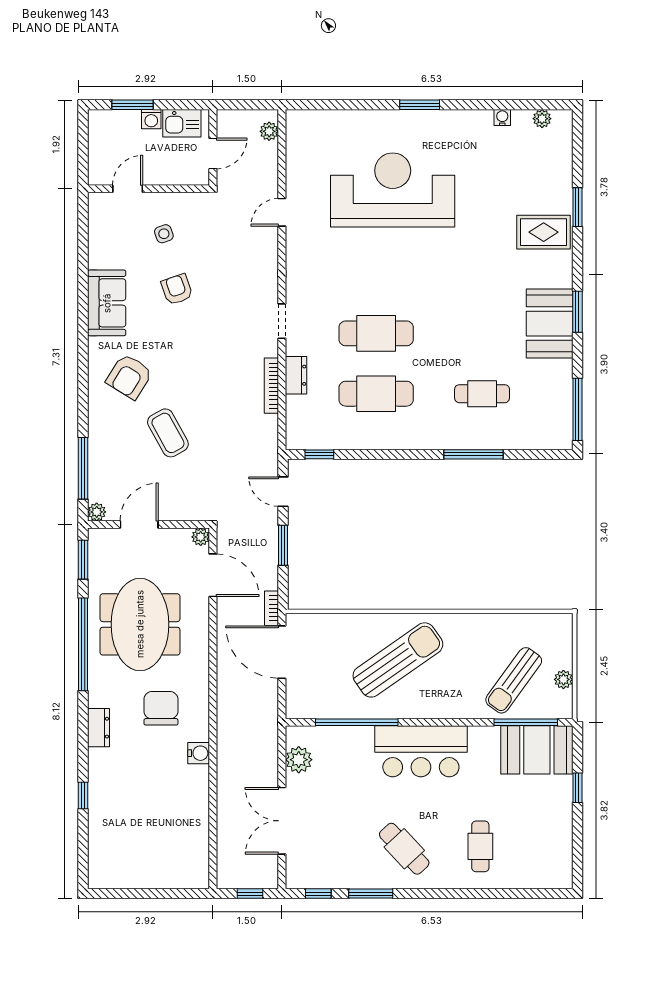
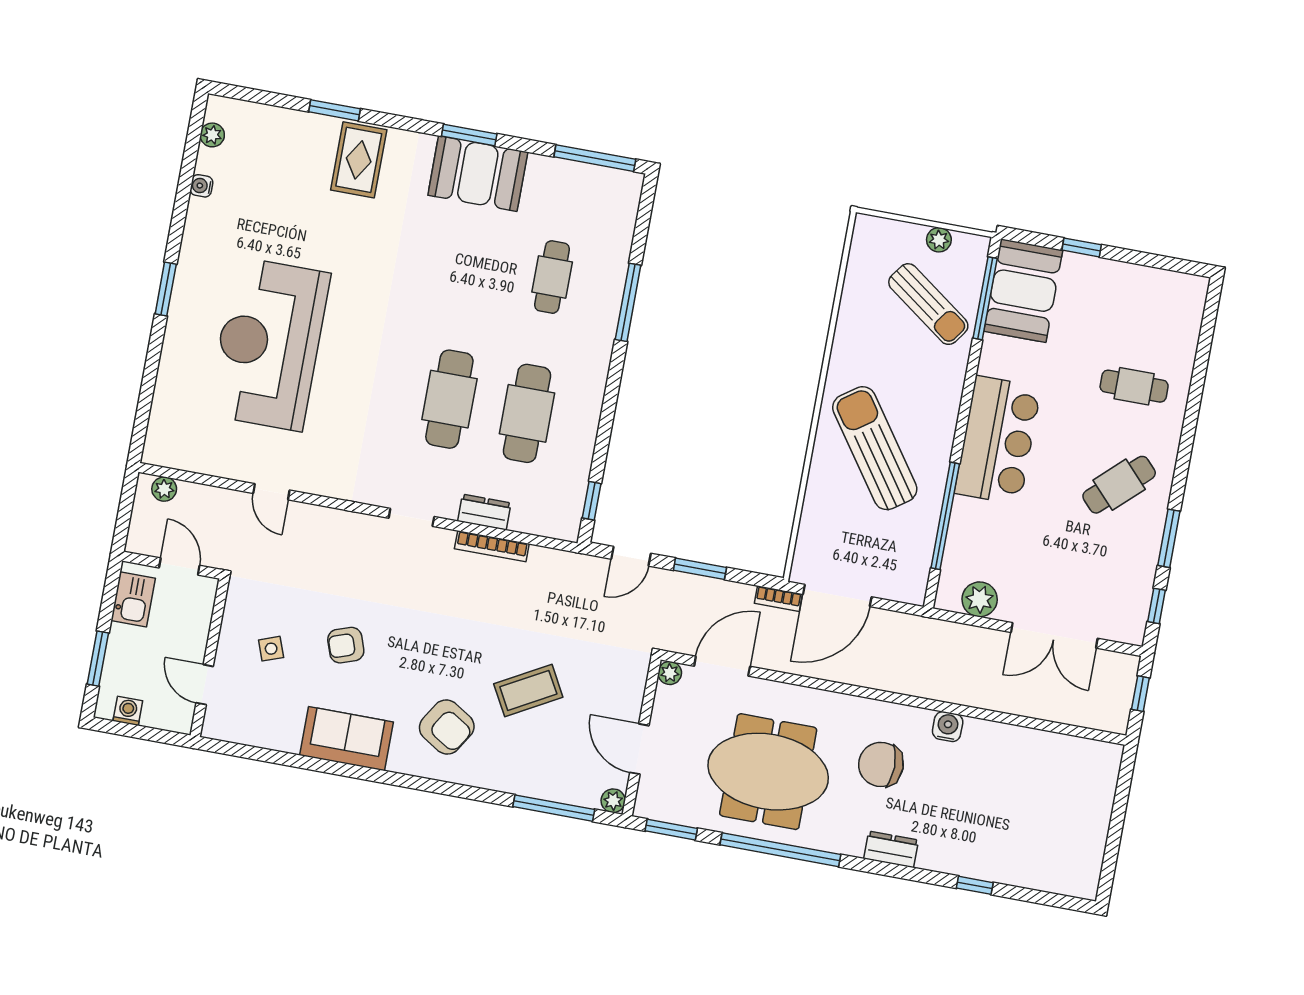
washing machine: (151, 119) -> (128, 711), moved, turned -90

